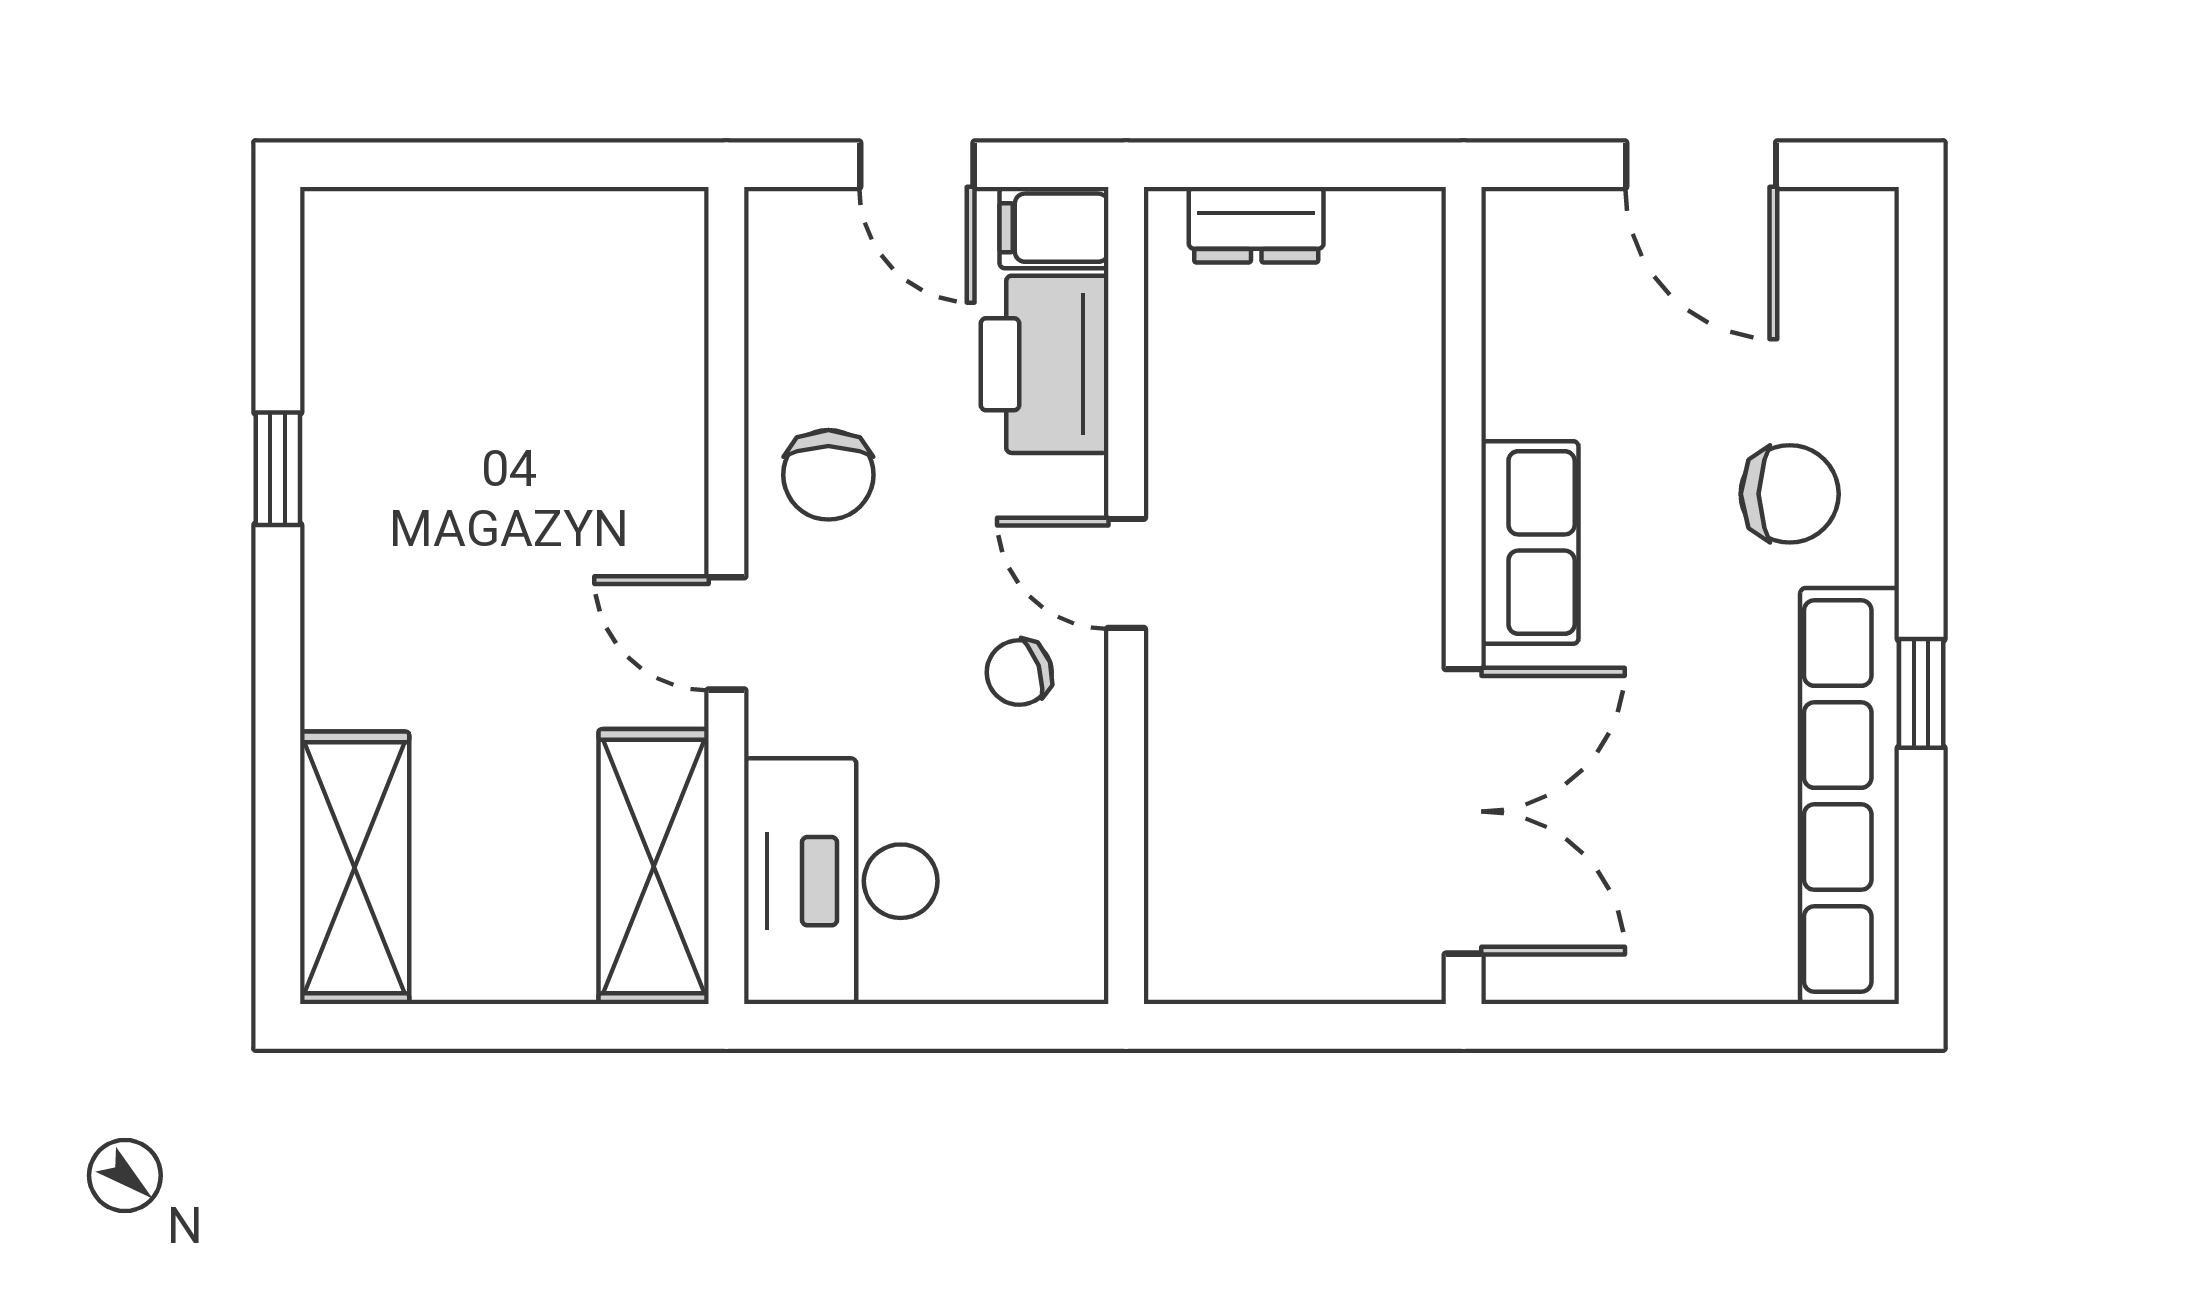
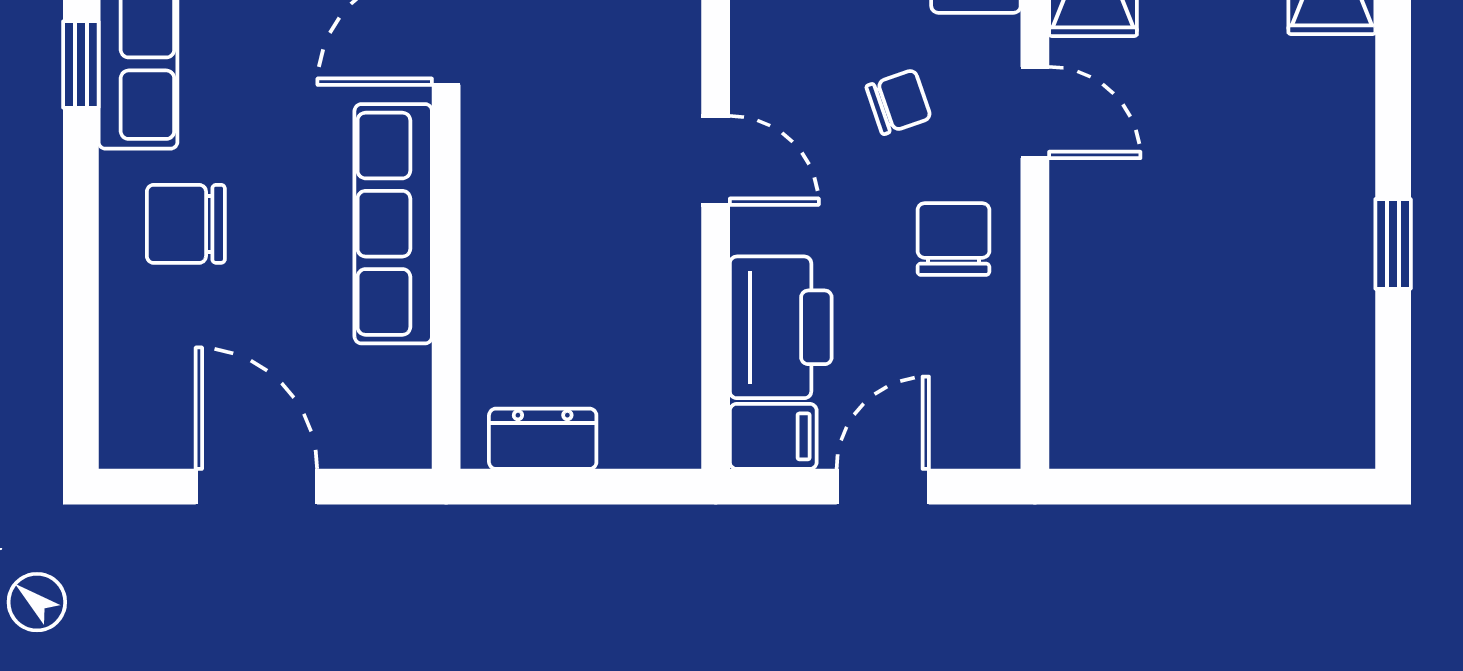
door: (917, 165) -> (883, 487), hinge flipped
dresser: (1256, 225) -> (543, 439), moved
row of seats: (1530, 543) -> (393, 224), width x1.48
chair: (1019, 672) -> (899, 102), moved

